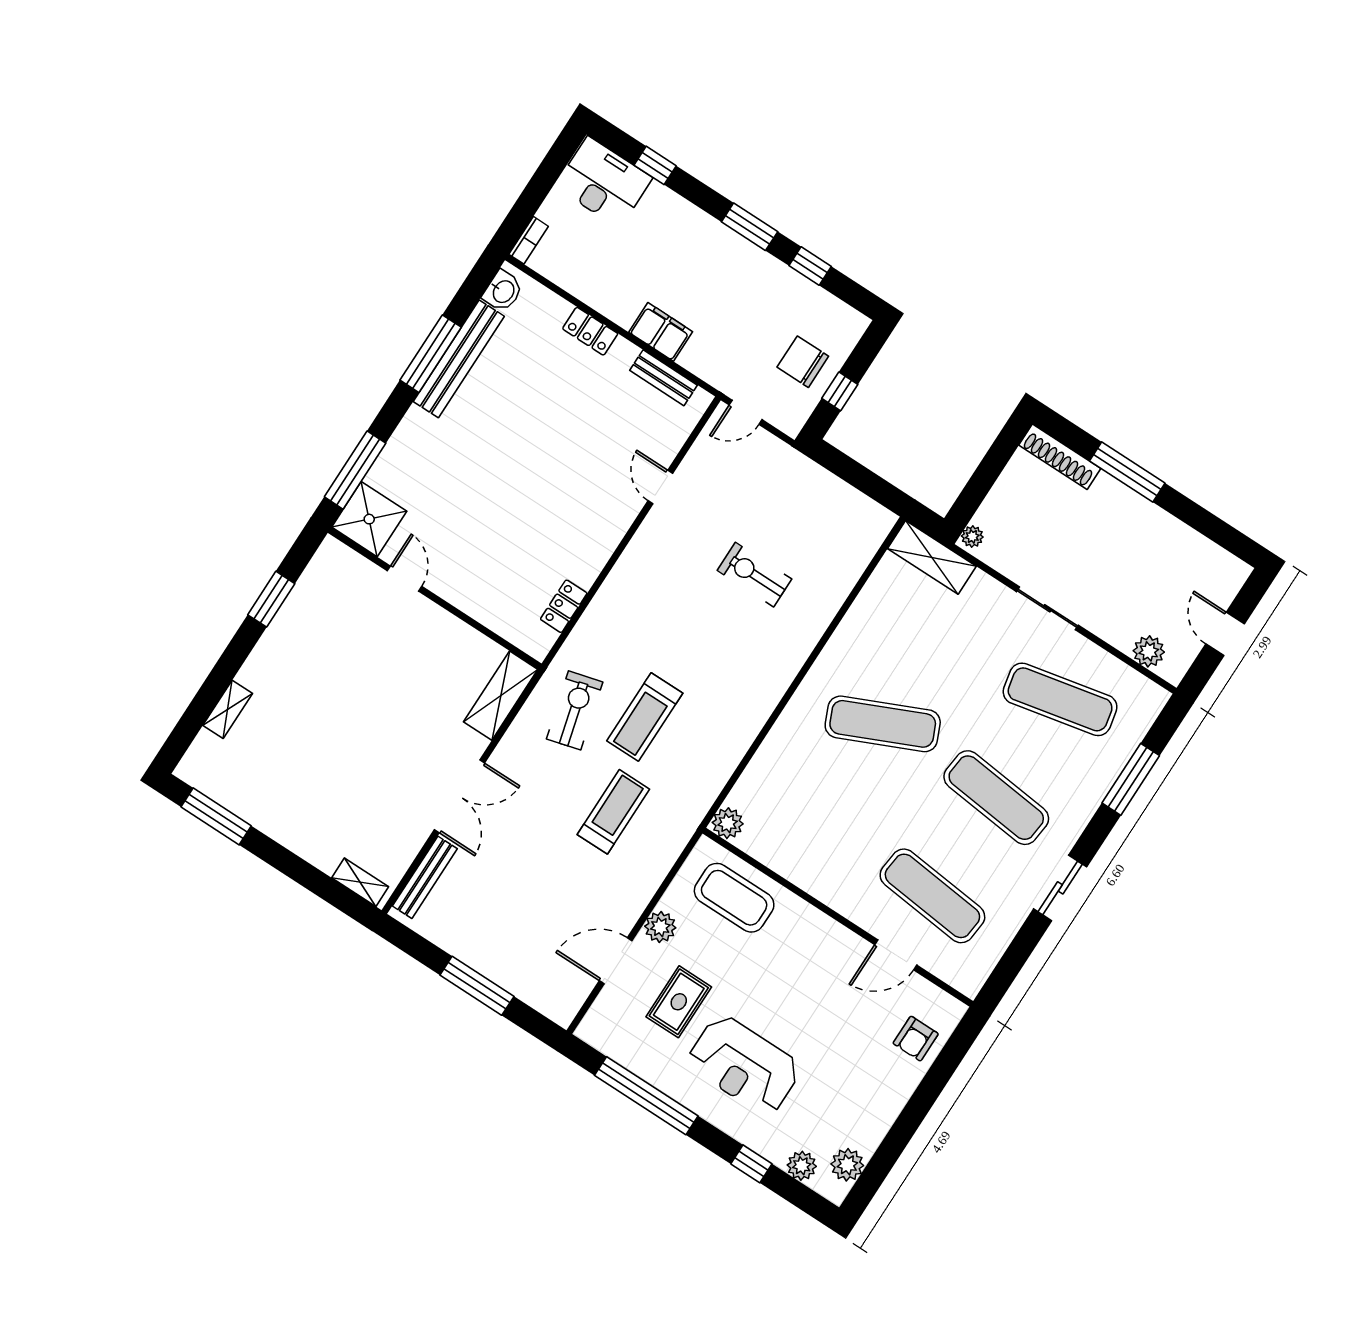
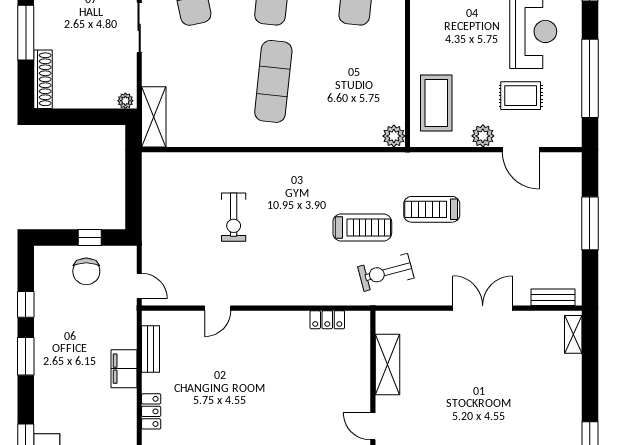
door: (405, 579) -> (373, 426), hinge flipped
shelving: (501, 696) -> (388, 365), moved, turned 90
exercise mat: (883, 724) -> (273, 81), turned 30
bench: (425, 877) -> (553, 297), width x0.73

